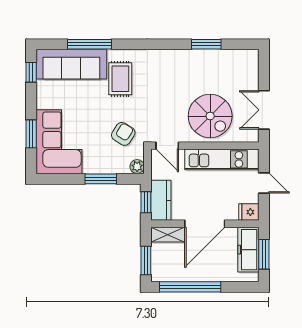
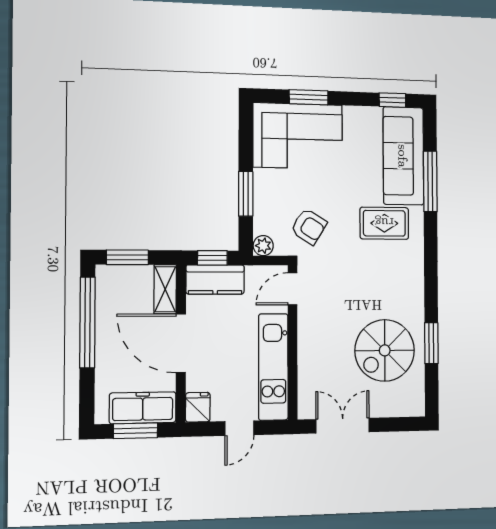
spiral stairs: (210, 116) -> (385, 350), moved

